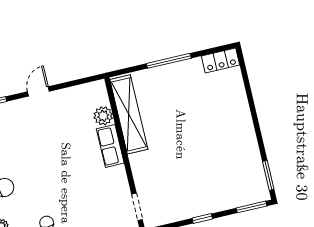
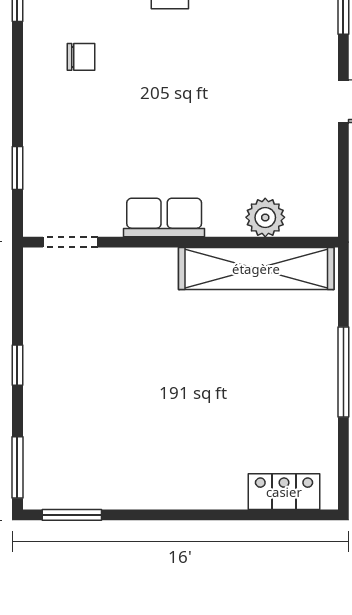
locker: (221, 60) -> (284, 492), moved, turned 90
row of seats: (110, 146) -> (164, 217), moved

